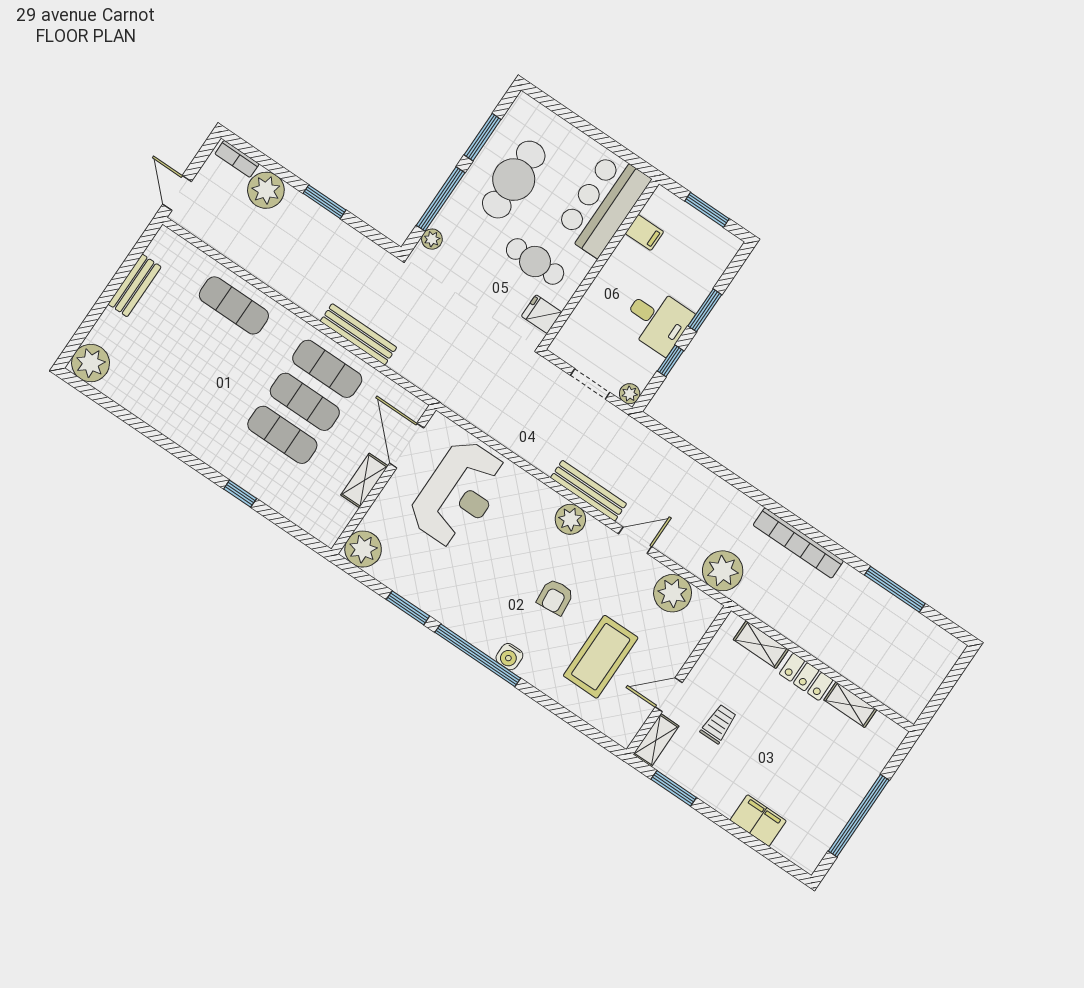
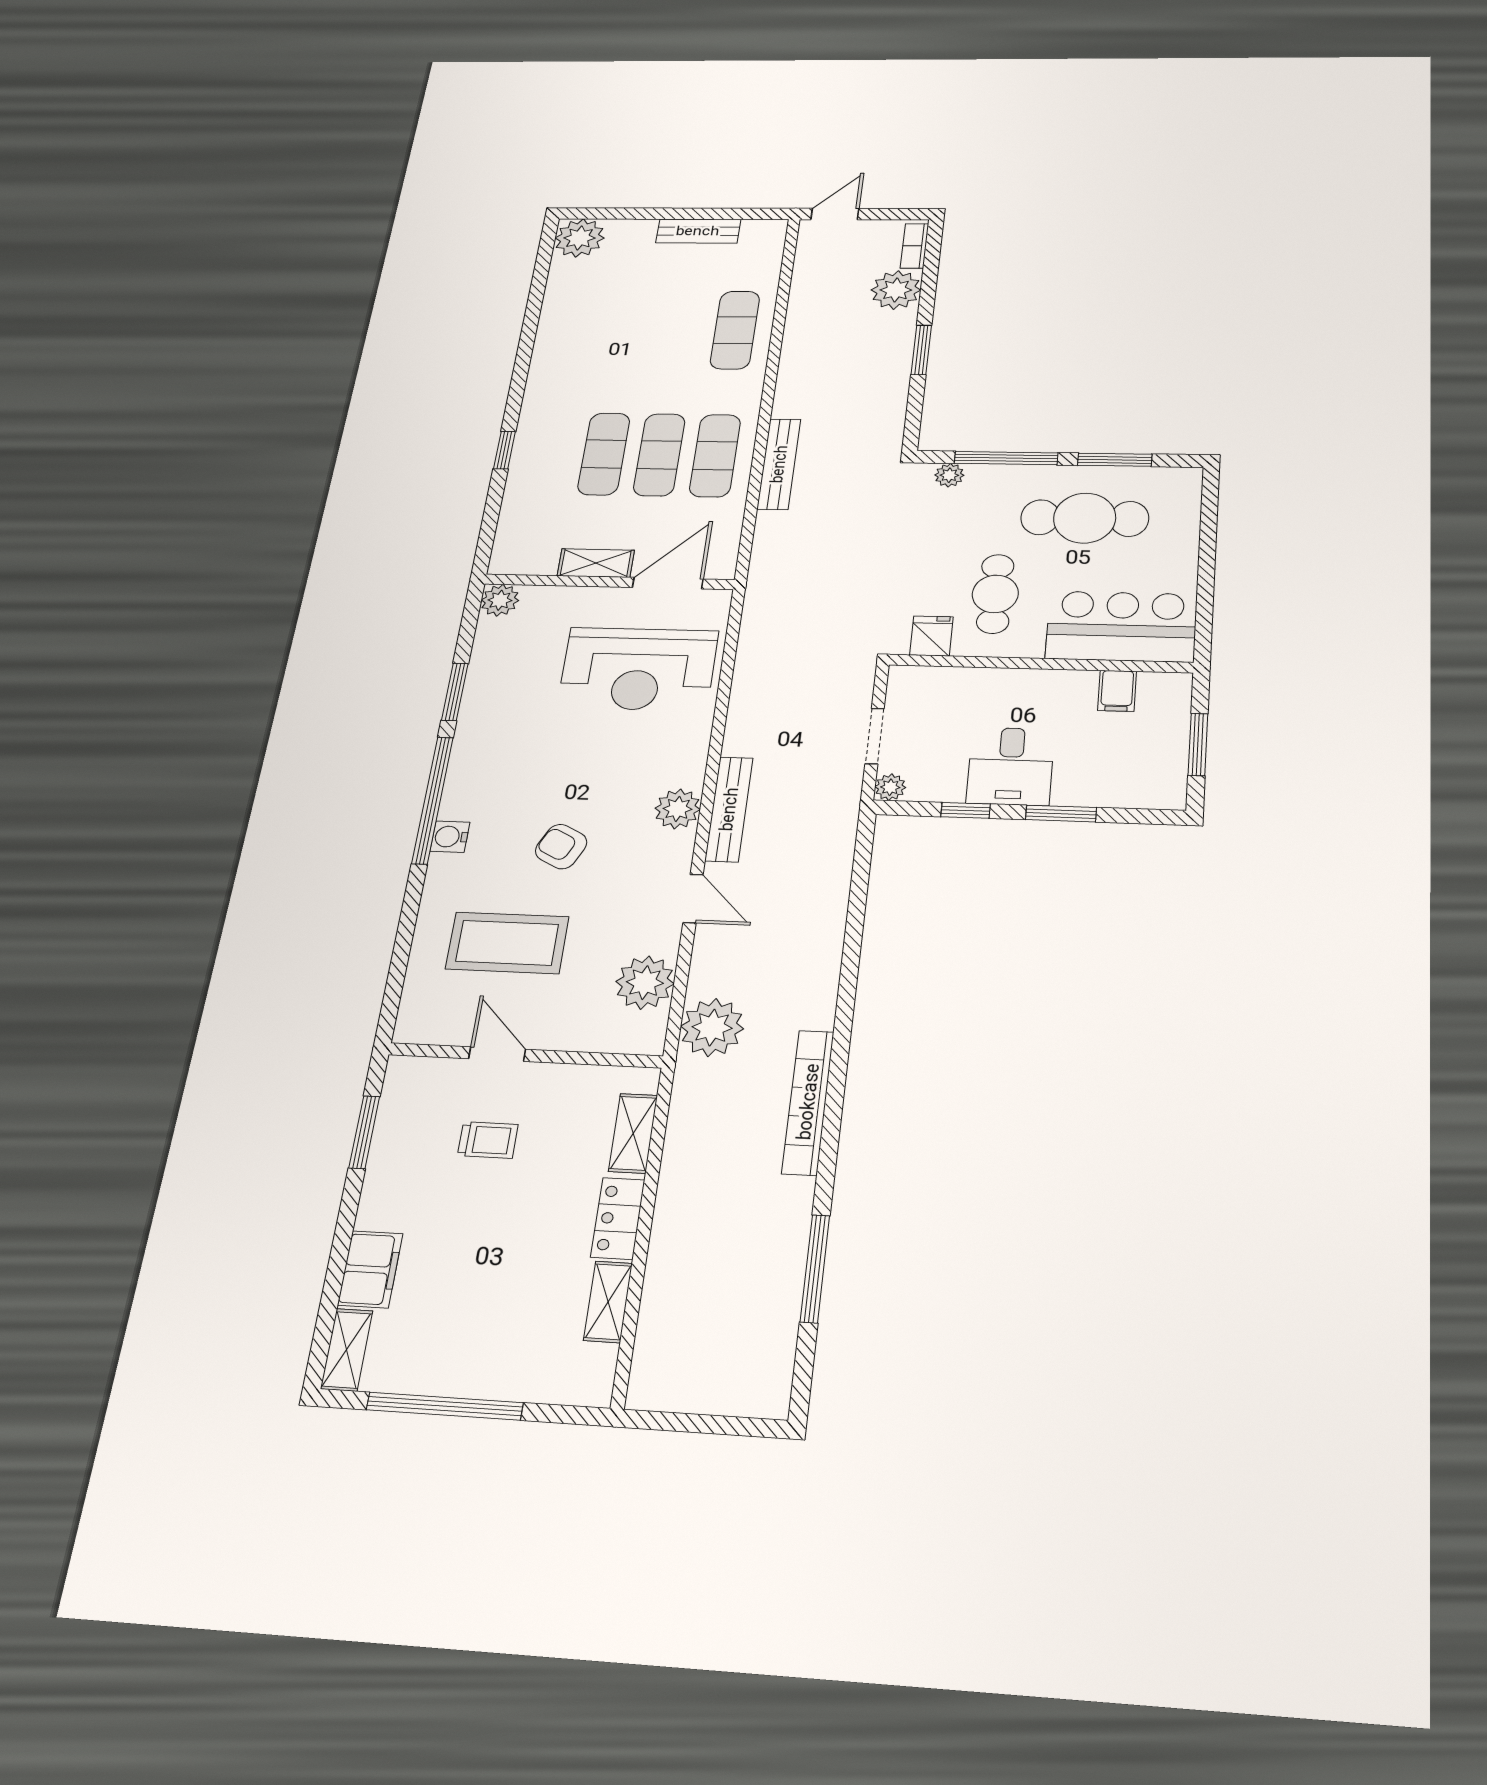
plant: (363, 549) -> (500, 600), width x0.73, depth x0.73
armchair: (555, 597) -> (561, 847), turned 32
shelving: (656, 740) -> (347, 1350), moved, turned 90

